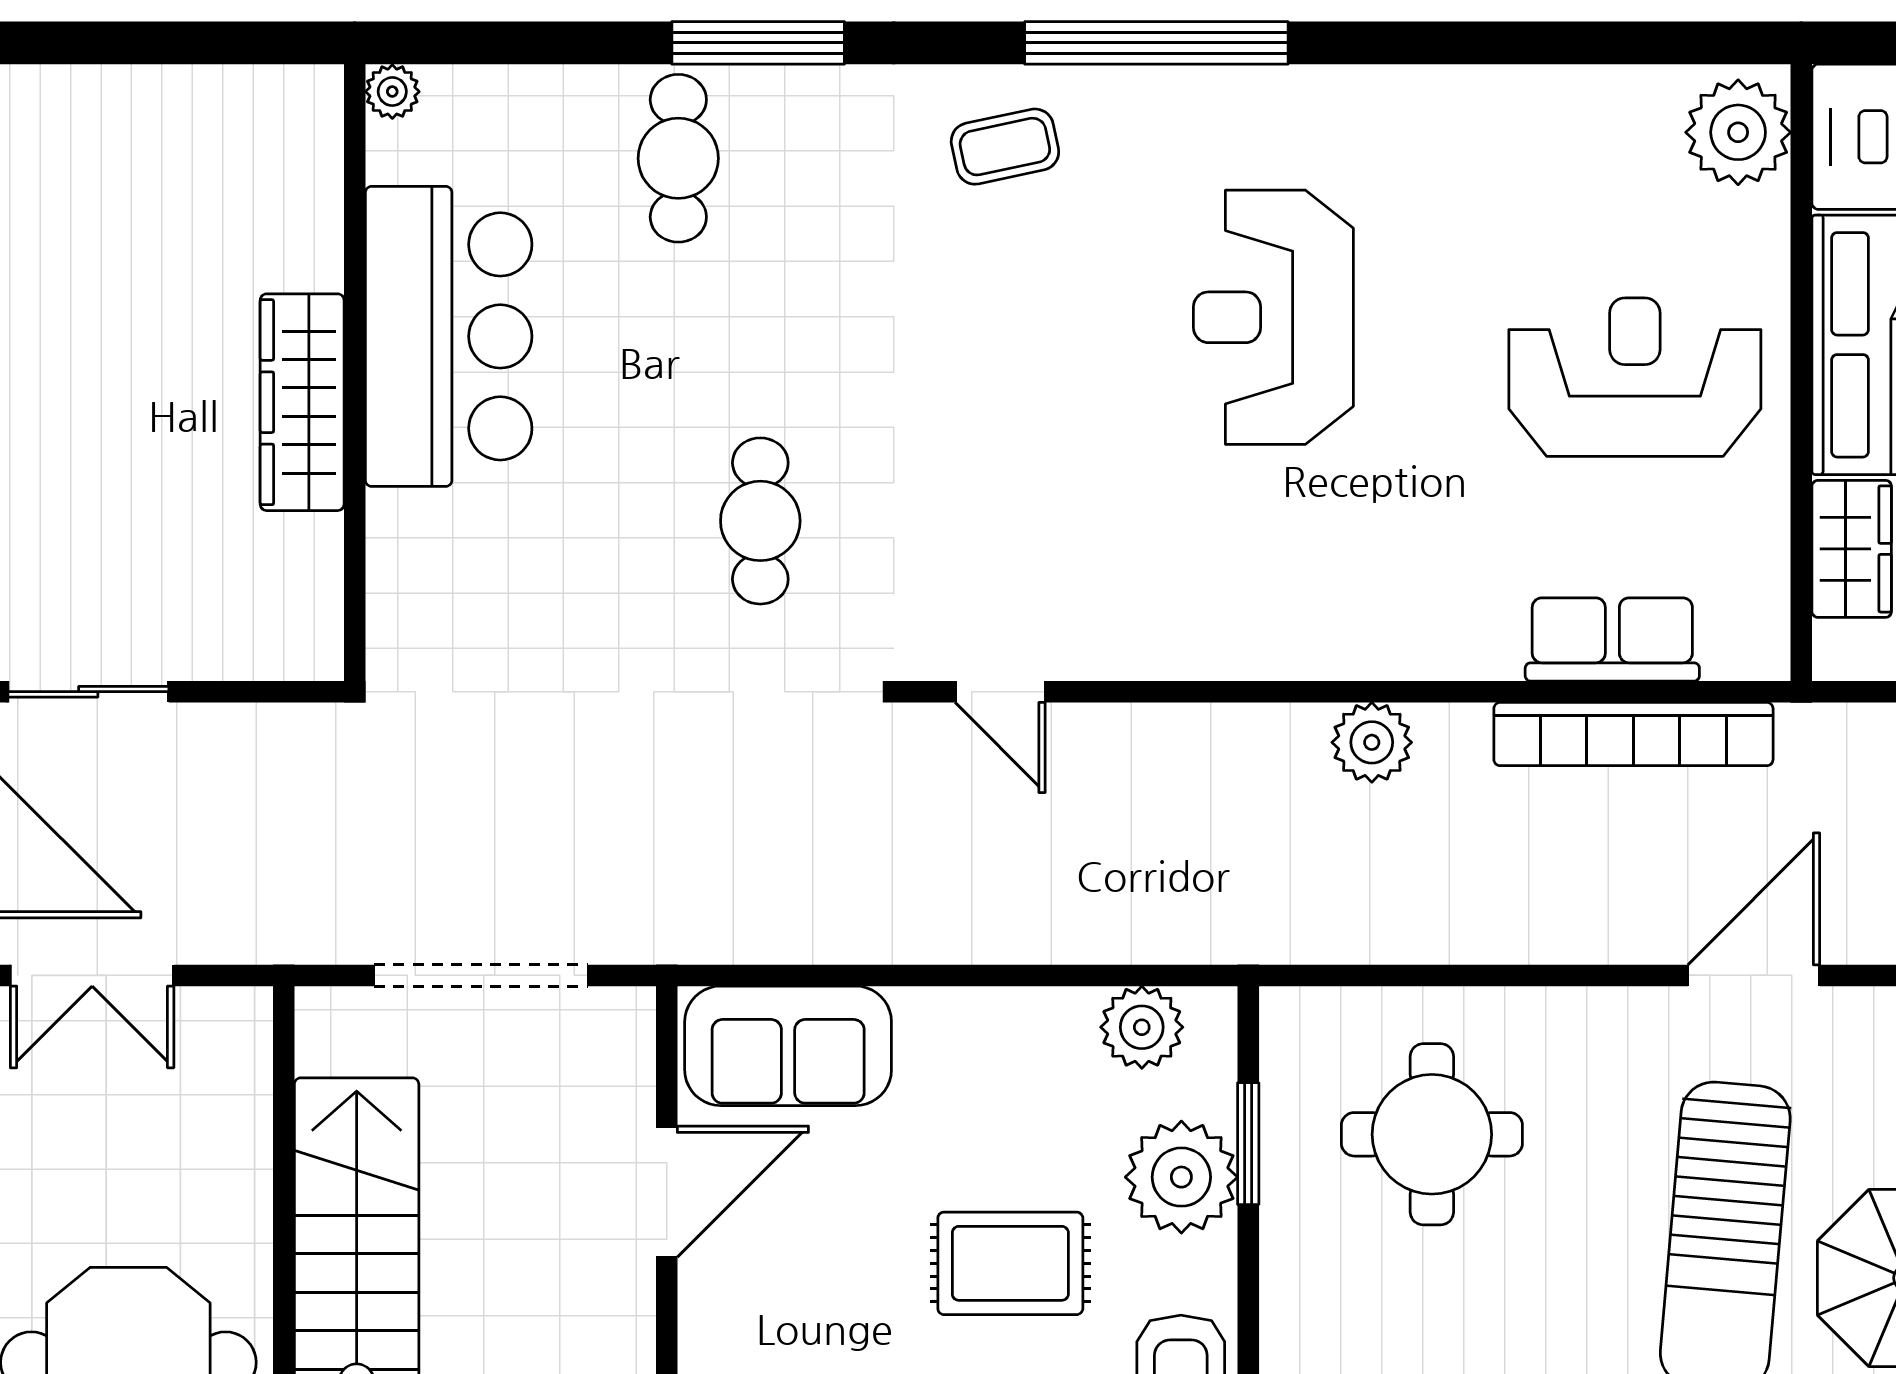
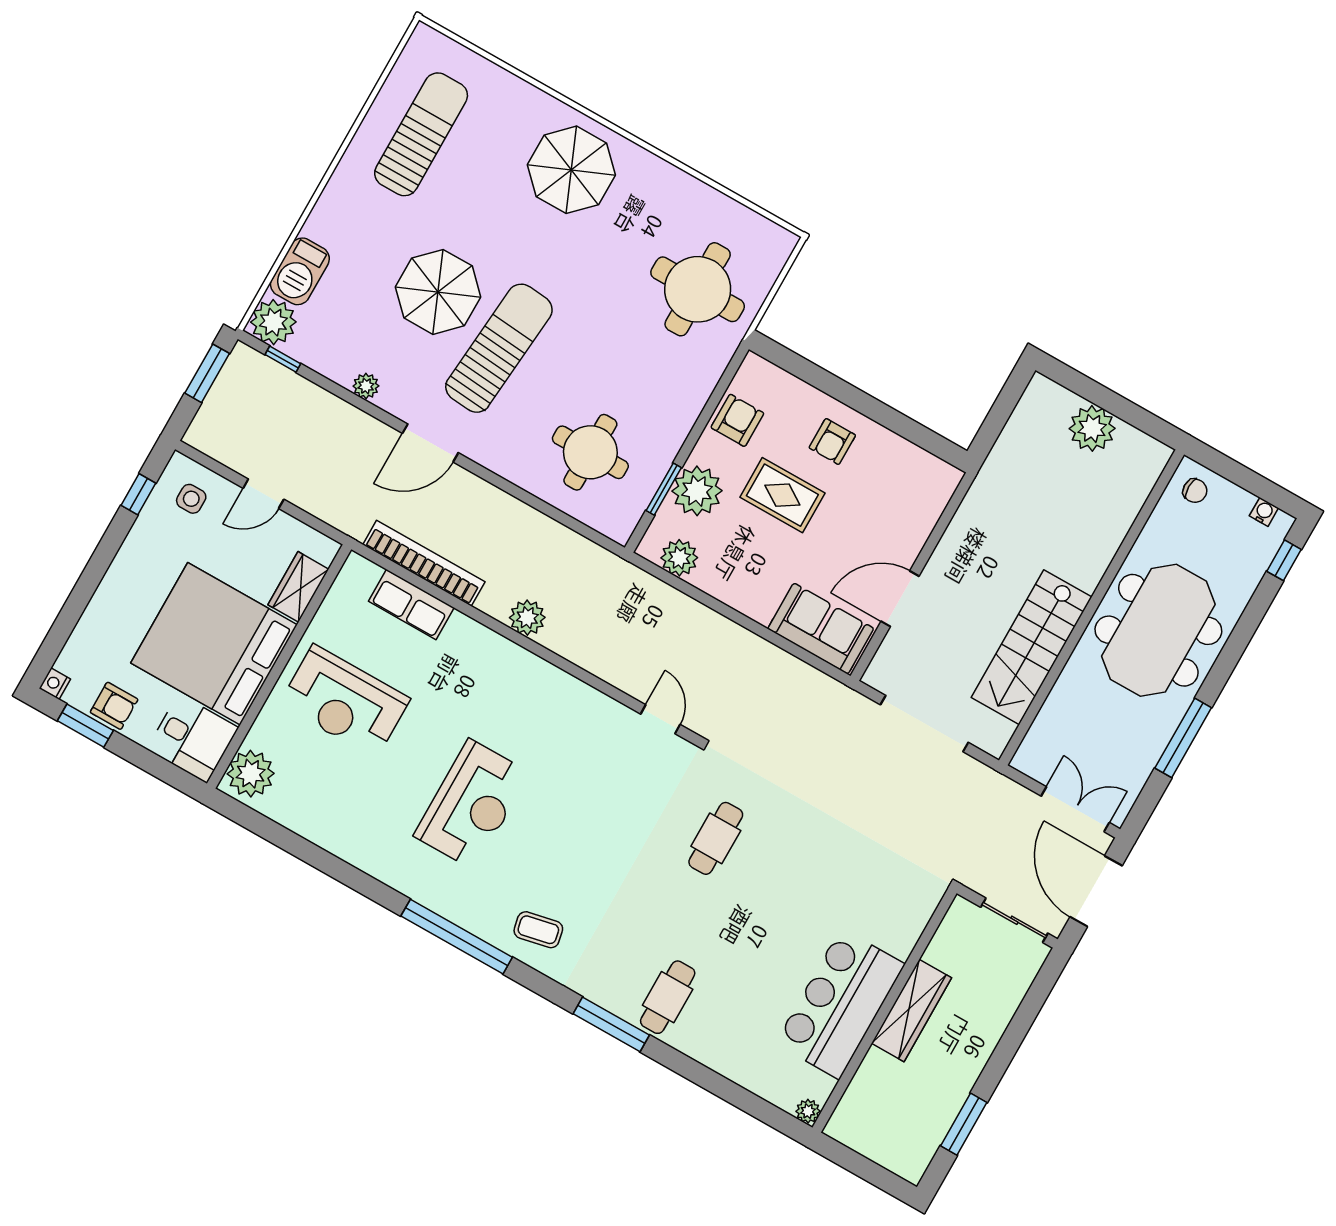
plant: (392, 92) -> (808, 1111), moved
bar counter: (449, 336) -> (840, 1004), moved
wall: (355, 373) -> (885, 1010), moved
wardrobe: (302, 402) -> (911, 1010), moved

